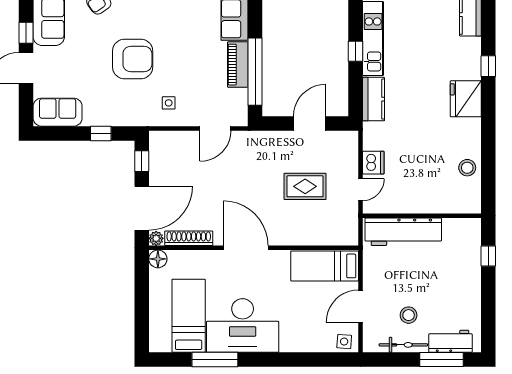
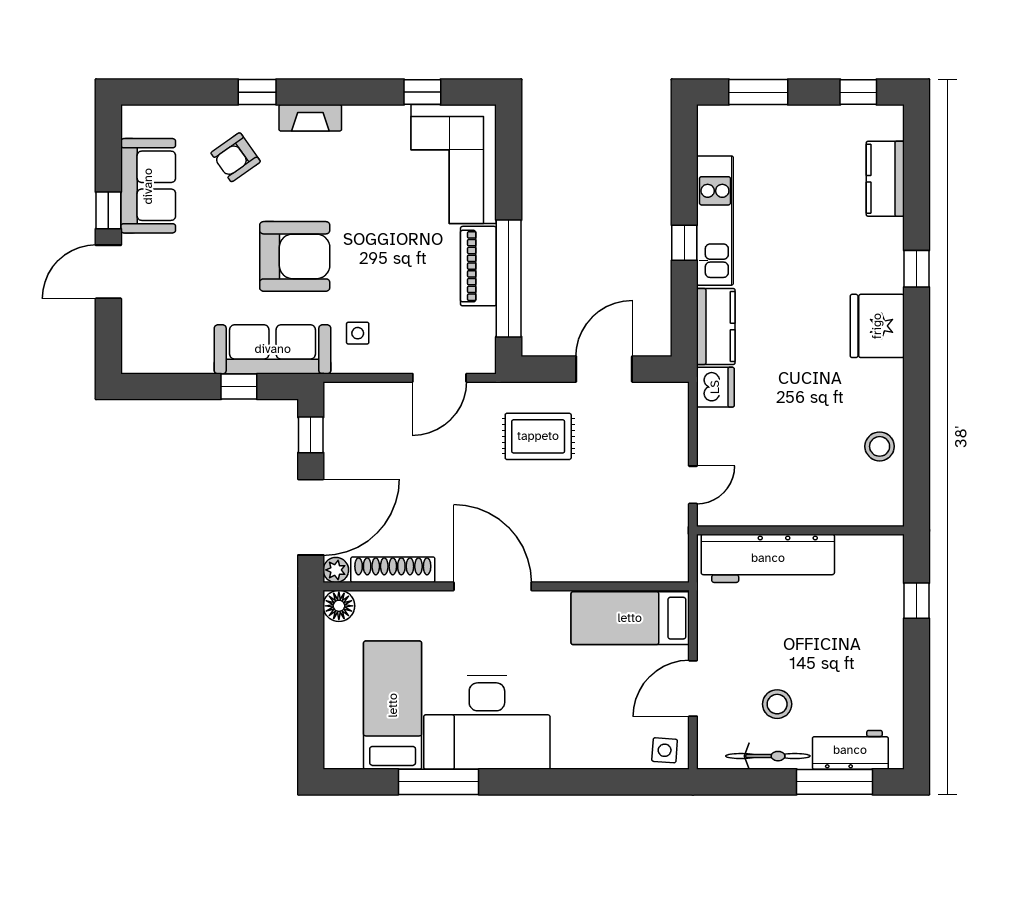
sofa: (58, 112) -> (273, 349), moved, width x1.36
dishwasher: (373, 163) -> (715, 387), moved
rug: (305, 186) -> (538, 436), moved

